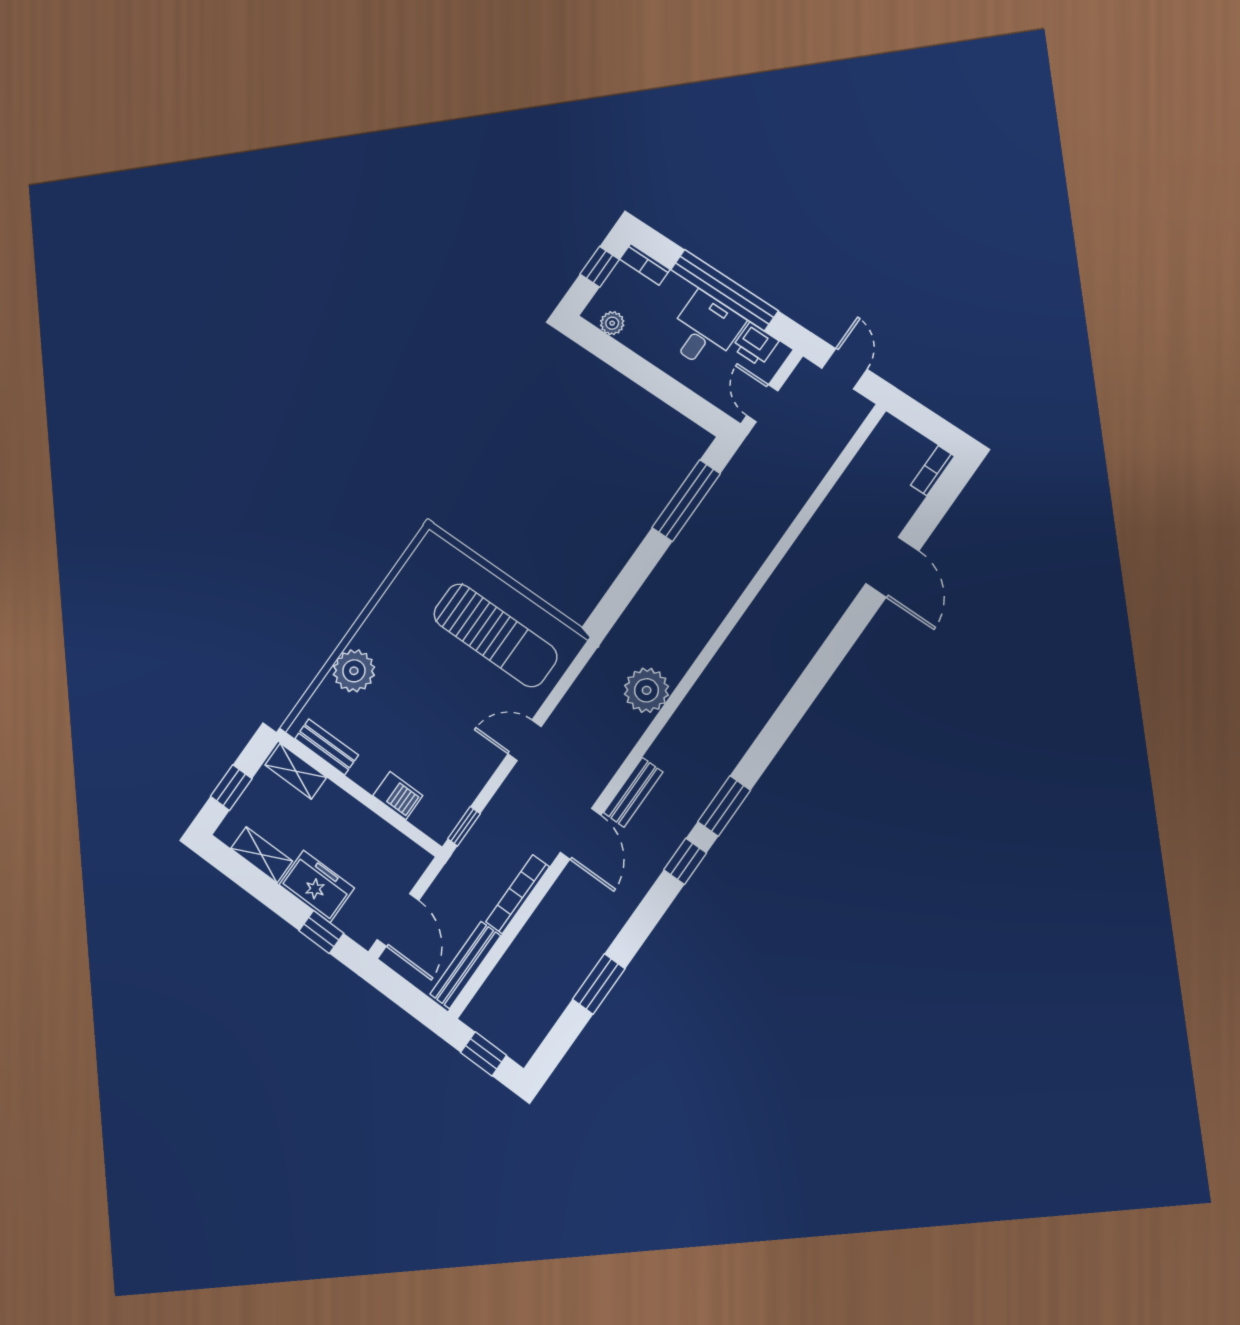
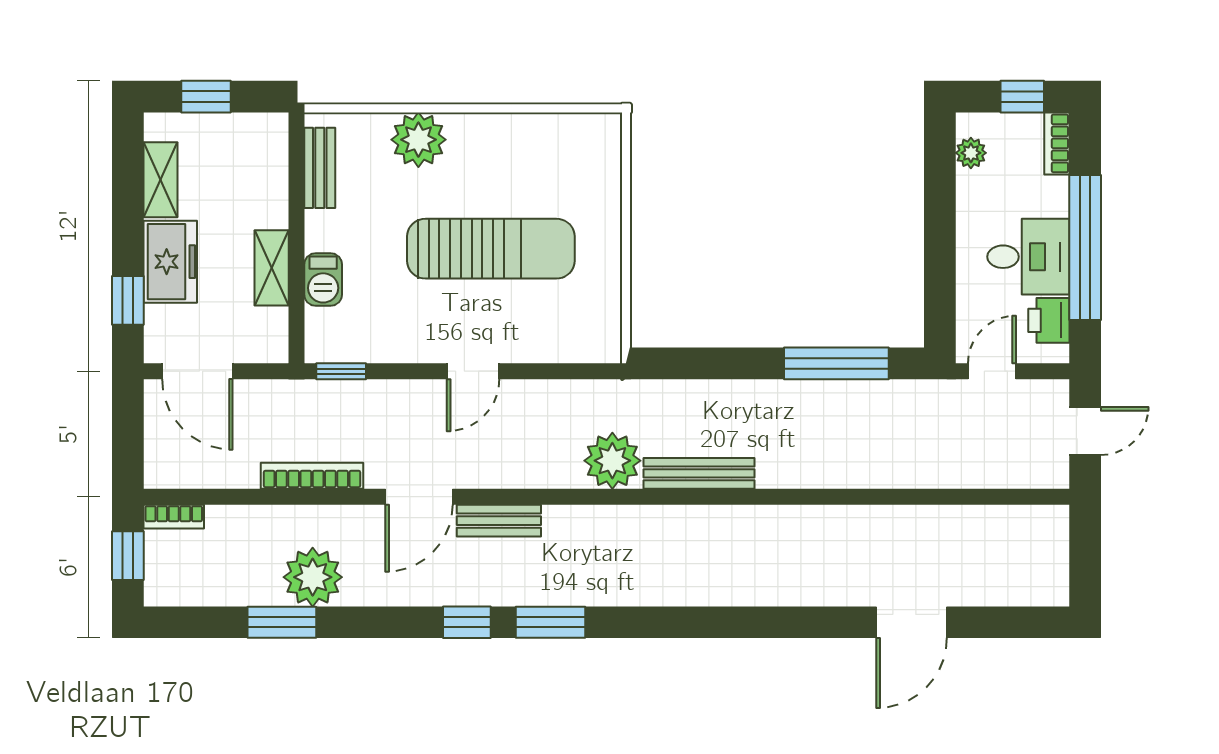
bookcase: (933, 471) -> (174, 517), moved, turned 180
sun lounger: (495, 635) -> (491, 249), moved, turned -90
door: (525, 740) -> (473, 371), swing flipped
shelving: (296, 771) -> (272, 268), moved
door: (398, 920) -> (197, 371), hinge flipped
plant: (584, 942) -> (313, 577), added
bench: (465, 965) -> (699, 473), moved

